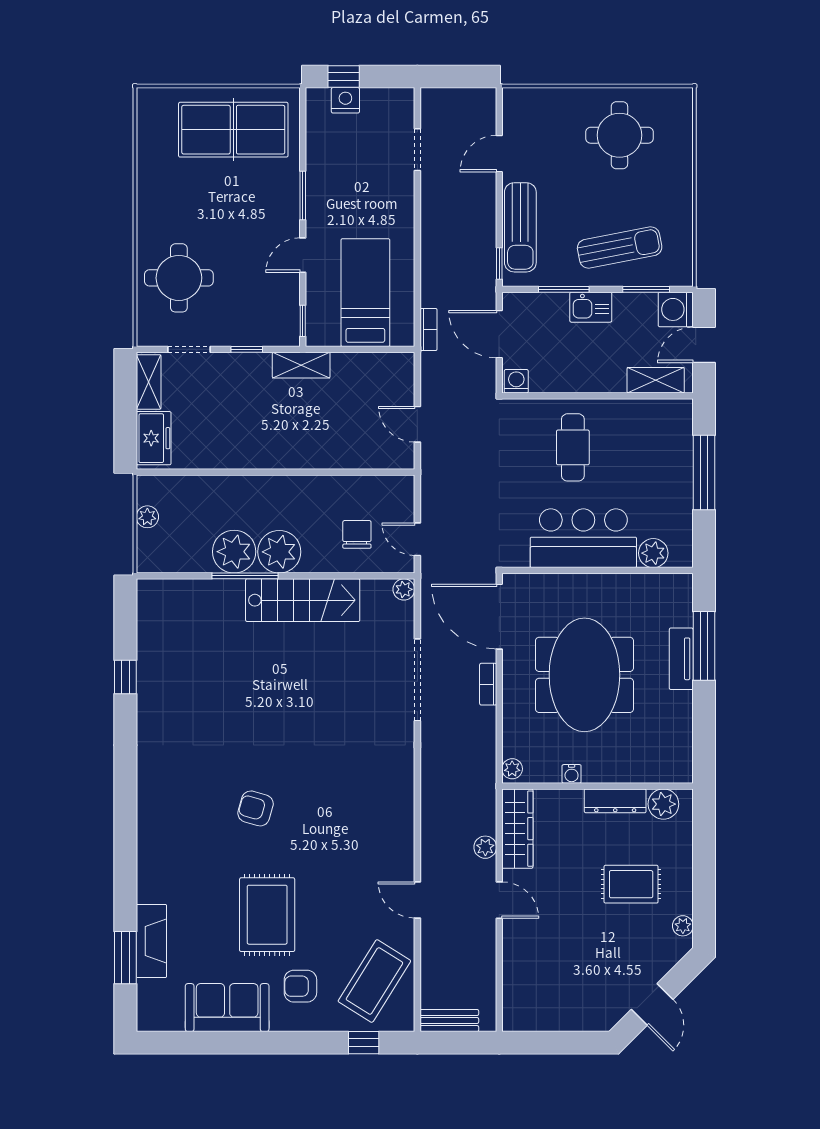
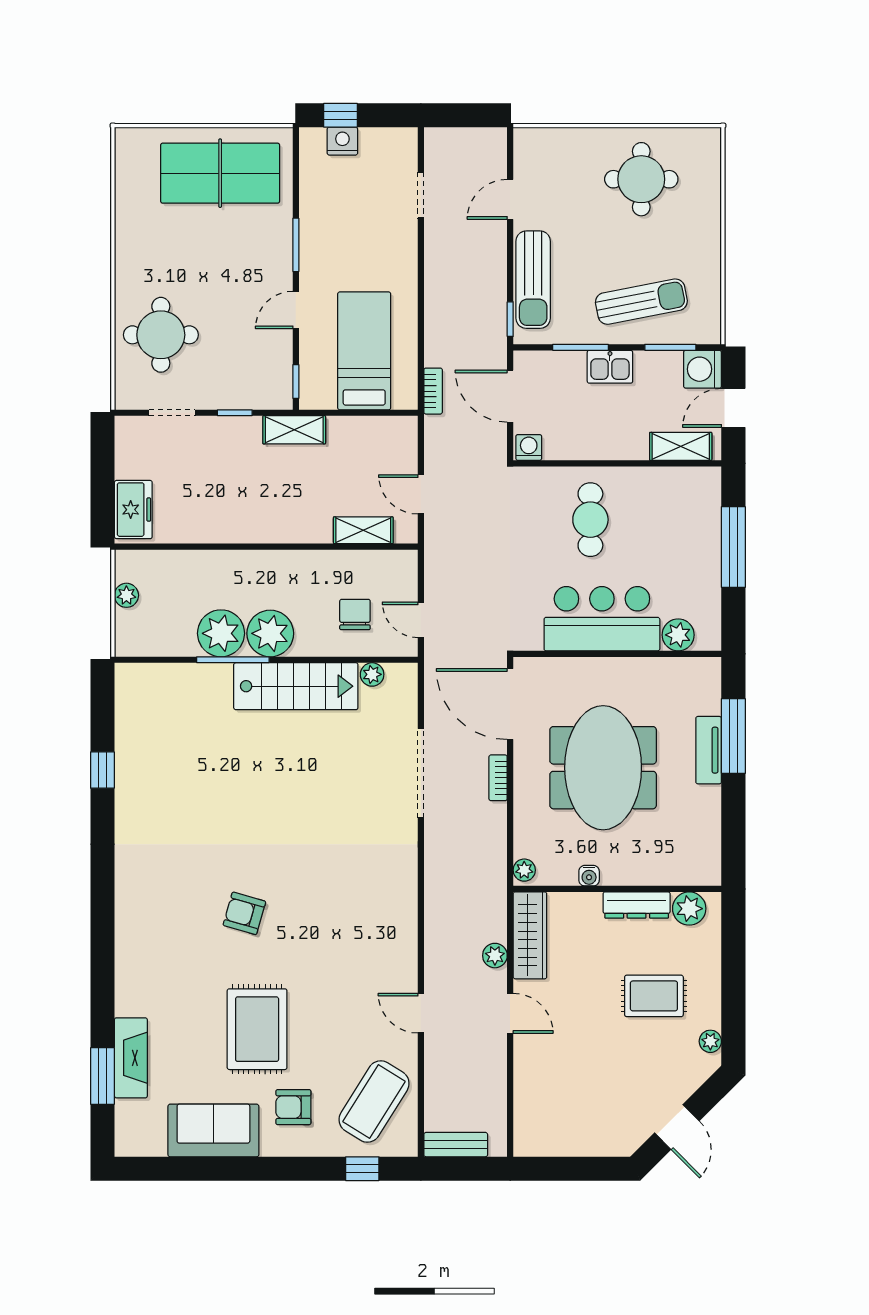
shelving: (149, 382) -> (363, 530), moved, turned 90
plant: (404, 589) -> (372, 674), moved

